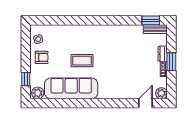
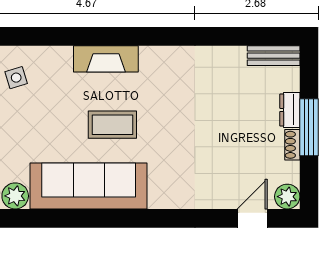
window: (151, 20) -> (264, 36), removed
fireplace: (79, 31) -> (106, 59), added
armchair: (42, 57) -> (24, 118), removed
window: (171, 62) -> (309, 127), width x1.44

